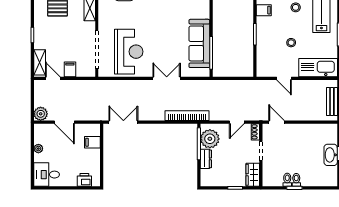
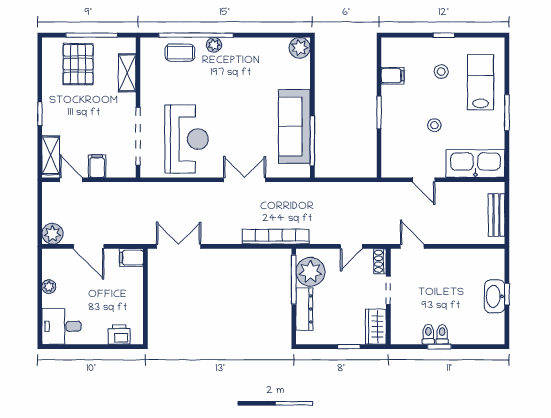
filing cabinet: (92, 142) -> (131, 258), moved
dresser: (206, 159) -> (304, 309), width x1.44

